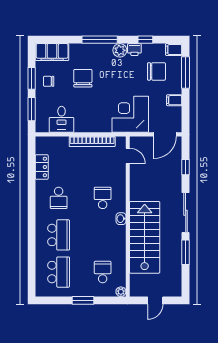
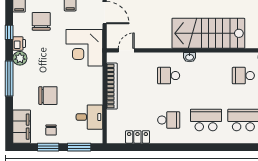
chair: (83, 78) -> (48, 96), turned 180

